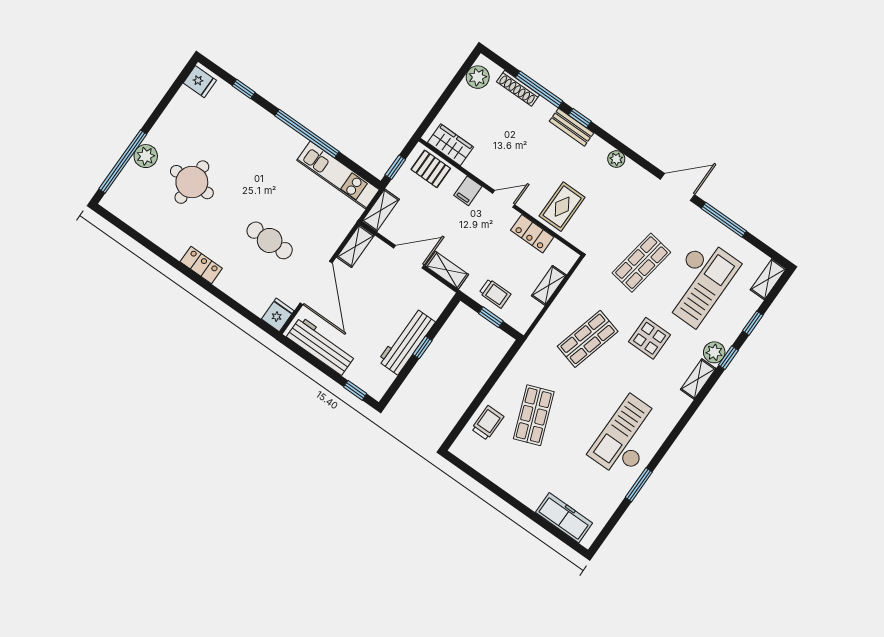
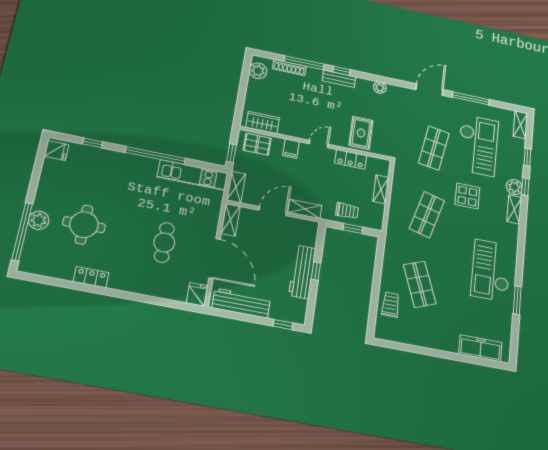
cafe table: (270, 240) -> (164, 242), turned 90
locker: (201, 265) -> (91, 277), moved

